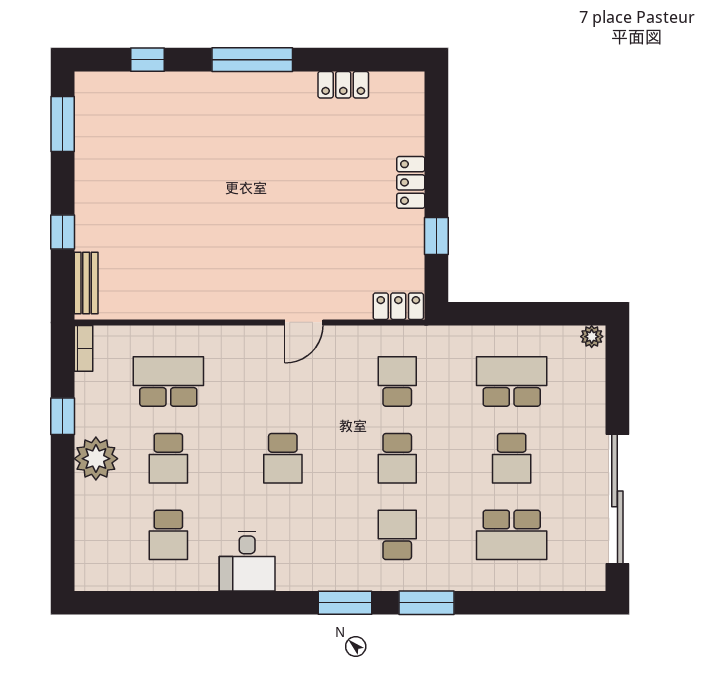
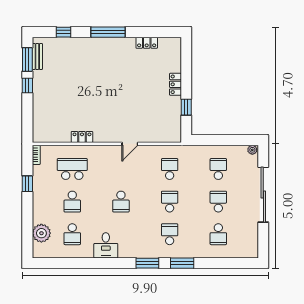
window: (63, 232) -> (27, 86), moved
bench: (86, 283) -> (37, 56), moved
locker: (398, 306) -> (82, 137), moved
school desk: (512, 382) -> (218, 169), width x0.54
school desk: (397, 458) -> (170, 202), turned 180
school desk: (512, 458) -> (218, 202), turned 180
plant: (96, 459) -> (41, 233), moved
sliding door: (617, 499) -> (263, 195), moved
school desk: (512, 535) -> (218, 234), width x0.54

